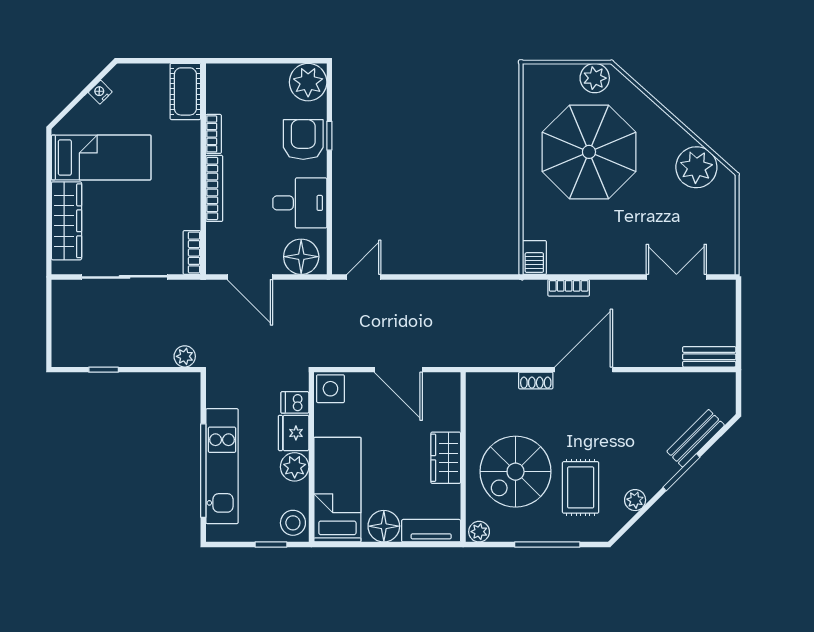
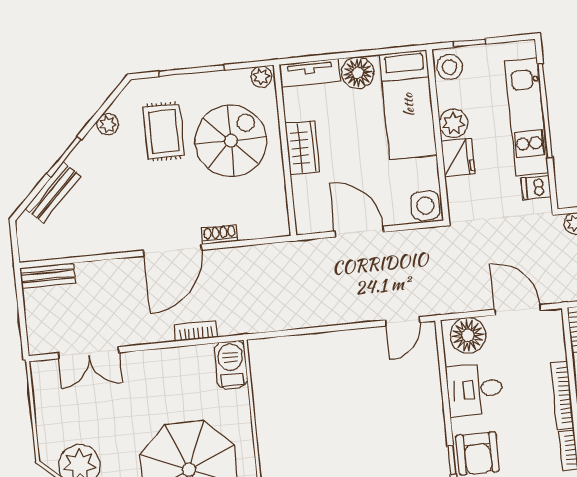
barbecue: (534, 257) -> (231, 365), width x1.38, depth x1.27
dishwasher: (295, 402) -> (536, 187), moved, turned 180

